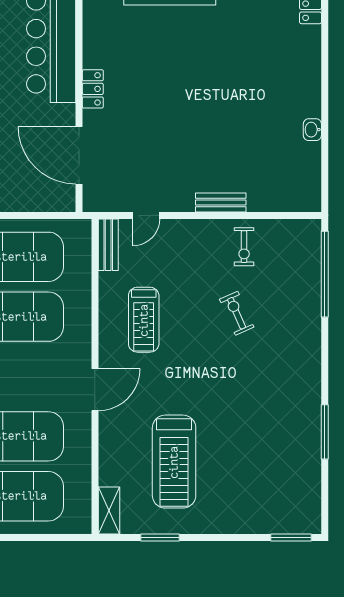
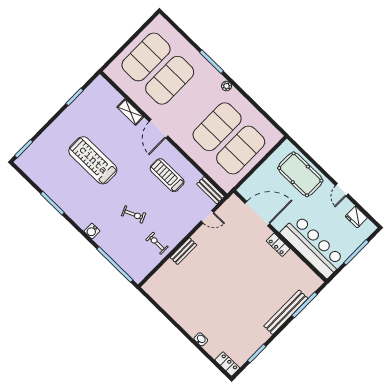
washbasin: (312, 130) -> (201, 339), moved
door: (146, 215) -> (207, 217), swing flipped
water cooler: (311, 346) -> (92, 231), added
treadmill: (174, 462) -> (93, 160), moved
shelving: (109, 511) -> (130, 112), moved

